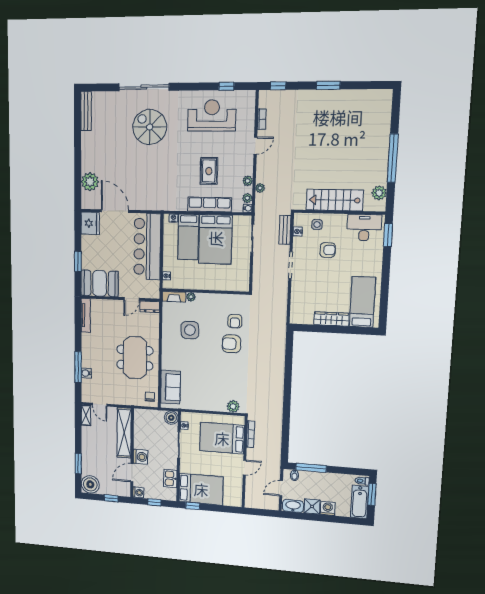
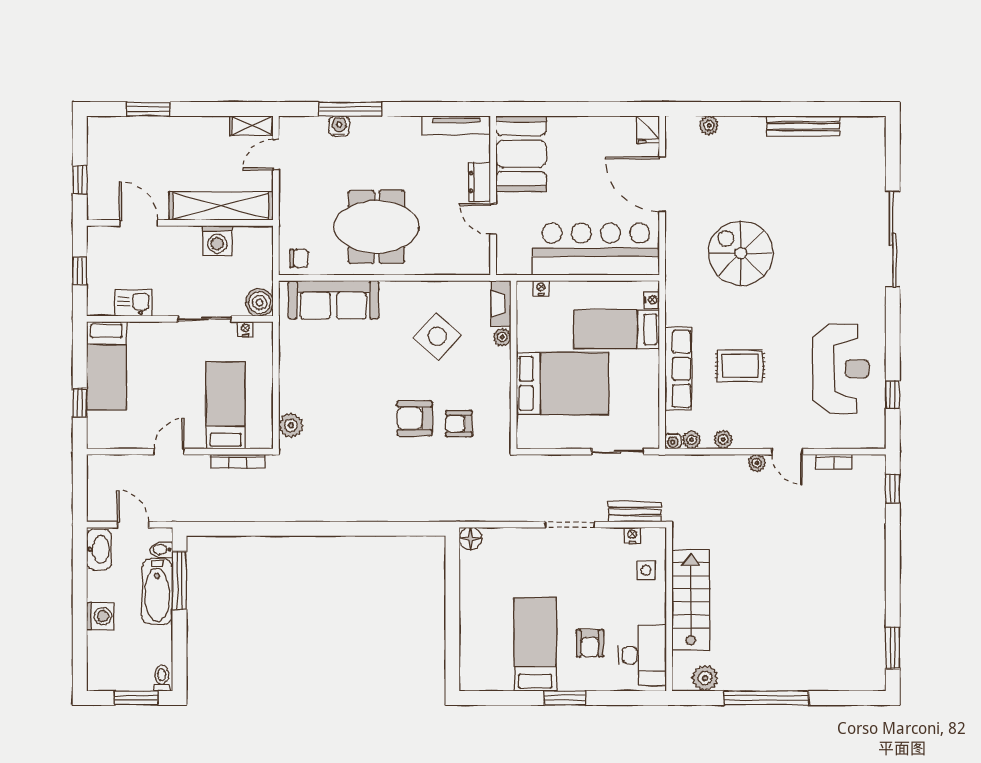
window: (328, 85) -> (893, 648), moved
bench: (86, 111) -> (803, 126), moved
spiral stairs: (150, 127) -> (741, 253), moved, turned -90
plant: (90, 182) -> (709, 125), width x0.53, depth x0.53
plant: (260, 188) -> (757, 463), moved
door: (115, 211) -> (662, 184), swing flipped
fridge: (90, 223) -> (648, 130), width x0.53, depth x0.75
window: (388, 235) -> (565, 698), moved
bed: (215, 239) -> (562, 384), moved, turned 180
armchair: (328, 250) -> (590, 643), moved
window: (78, 261) -> (563, 109), removed
bed: (363, 302) -> (535, 644), moved, turned -90
dresser: (150, 307) -> (479, 182), moved
floor lamp: (296, 318) -> (470, 539), added
wardrobe: (331, 319) -> (472, 605), removed
side table: (190, 330) -> (437, 336), turned 45
armchair: (231, 344) -> (415, 418), turned -90
sofa: (170, 387) -> (333, 300), width x1.36
bed: (222, 438) -> (226, 405), width x0.67
washing machine: (141, 457) -> (217, 241), moved
door: (244, 468) -> (169, 452), swing flipped
boiler: (90, 484) -> (106, 135), removed
bed: (201, 489) -> (106, 366), width x0.67
washing machine: (138, 492) -> (98, 237), removed
bathtub: (360, 502) -> (157, 592), moved, turned -90
window: (193, 506) -> (80, 403), moved
shower: (312, 506) -> (101, 586), removed

